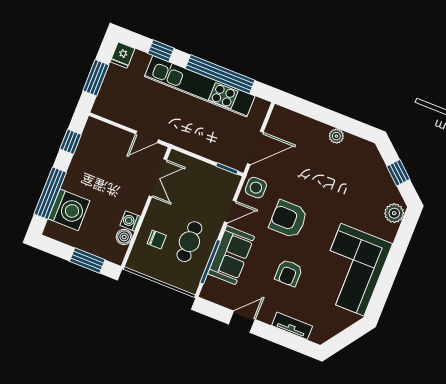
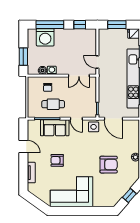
plant: (394, 213) -> (108, 201), removed
armchair: (288, 219) -> (109, 165), moved, turned 90

